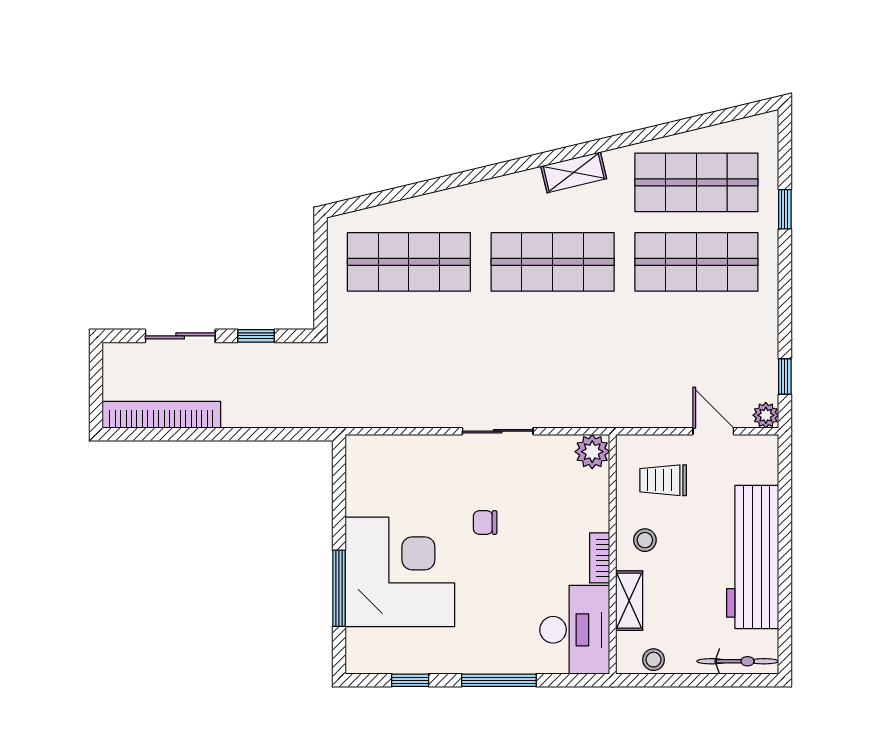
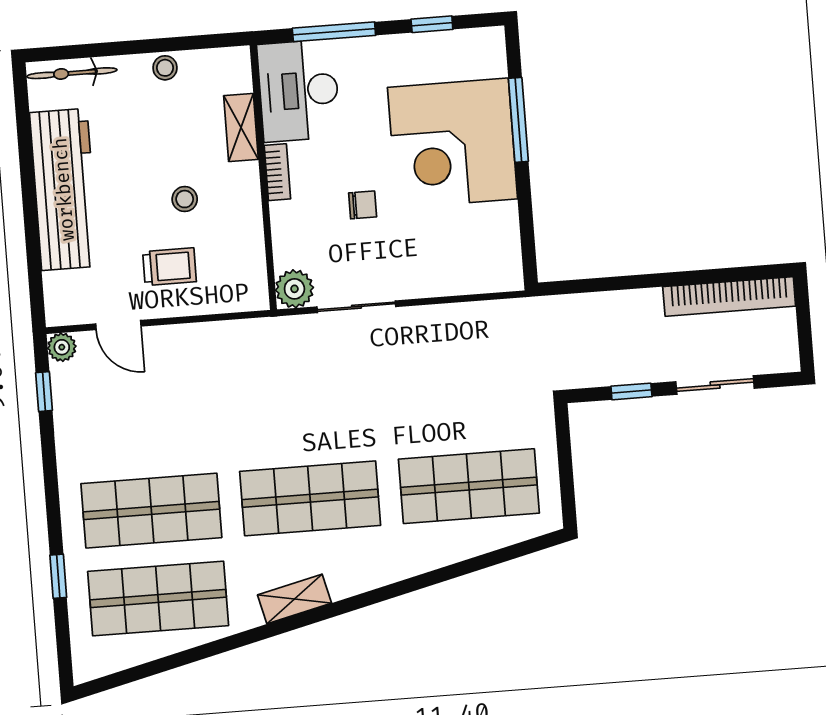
plant: (592, 452) -> (294, 289), moved
wall: (613, 554) -> (263, 177), moved
bookcase: (600, 558) -> (277, 172), moved
shelving: (629, 601) -> (241, 127), moved
desk: (575, 630) -> (299, 91), moved

